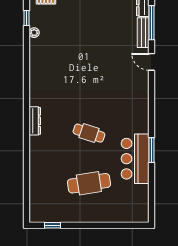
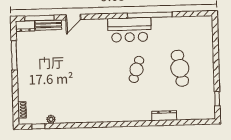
dresser: (35, 121) -> (164, 116), moved
window: (152, 150) -> (150, 15), width x2.11
bar counter: (135, 159) -> (129, 30), moved

